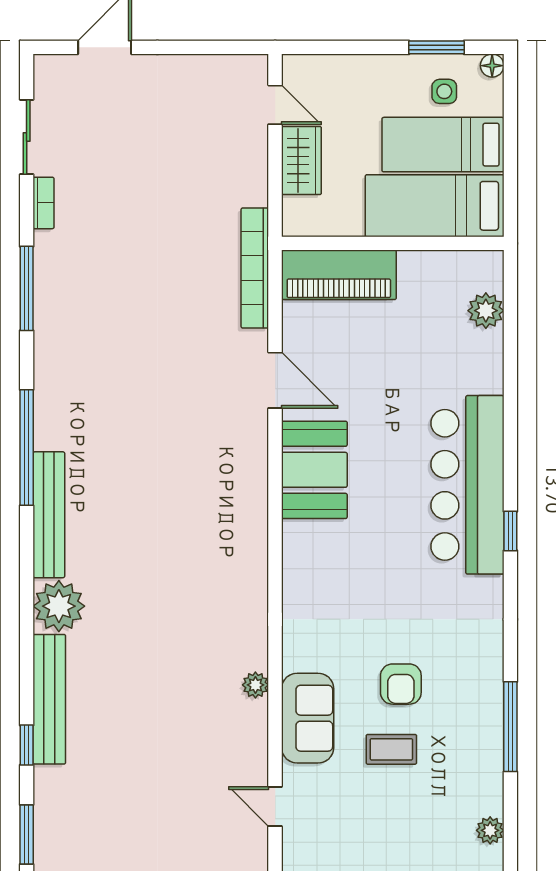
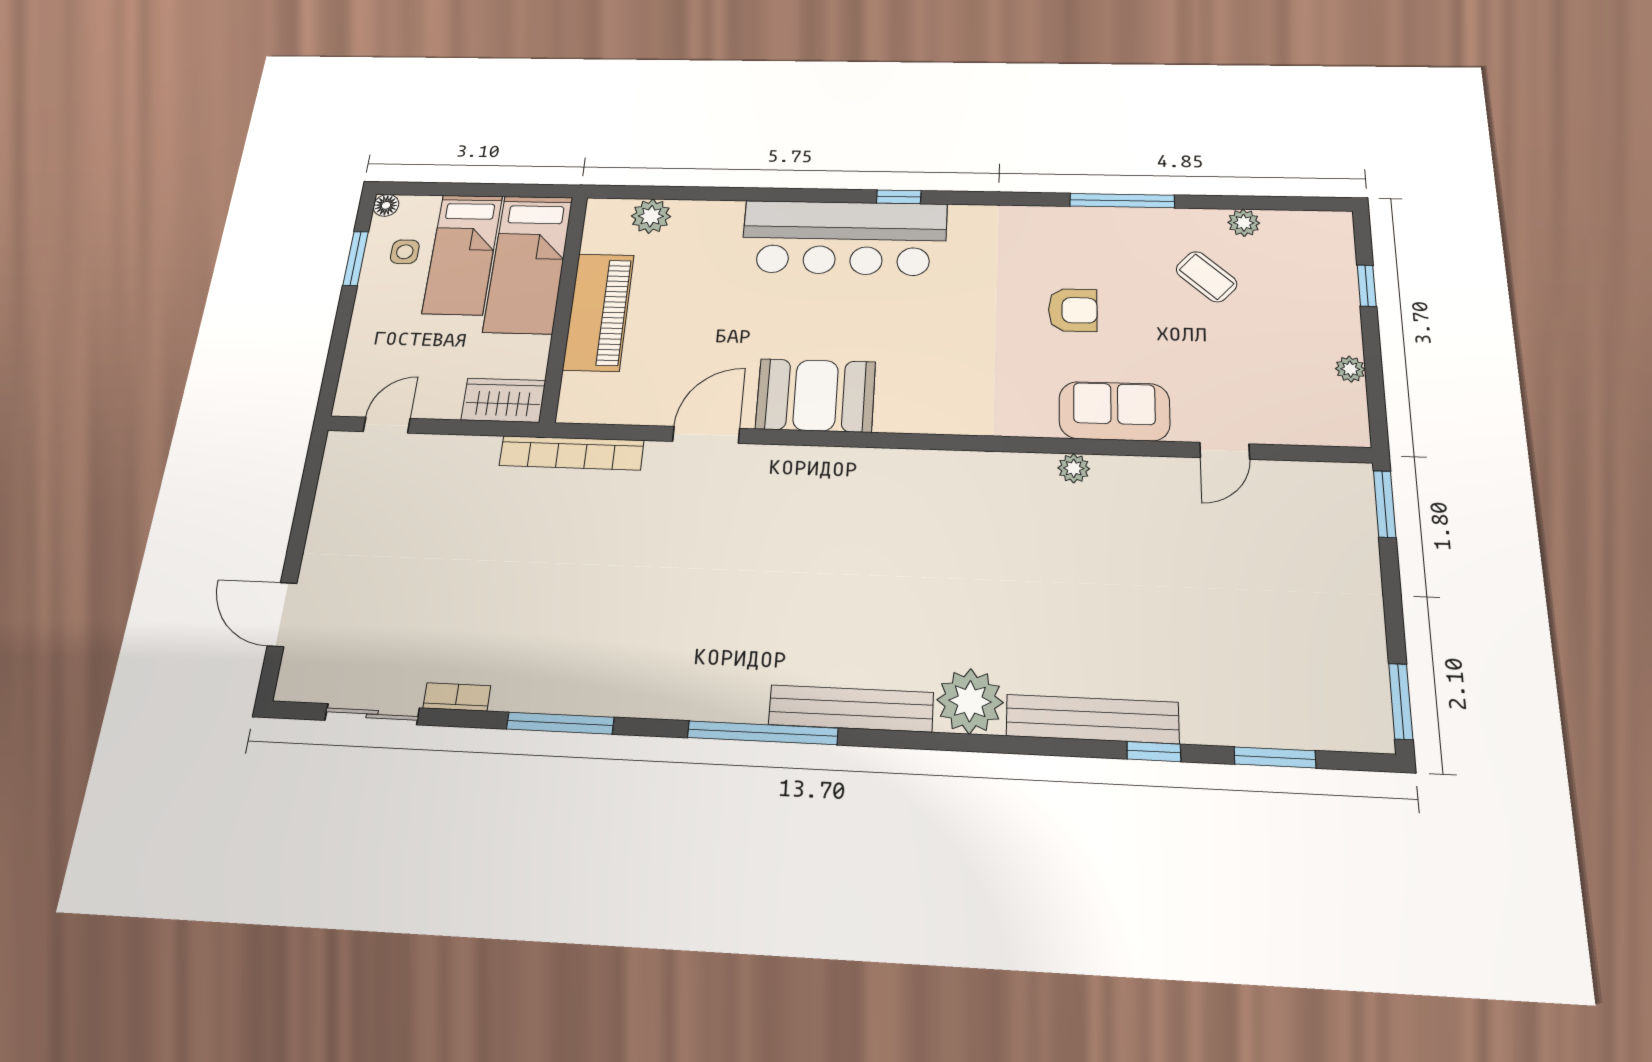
wardrobe: (301, 161) -> (503, 400), moved
piano: (339, 275) -> (599, 312), moved
coffee table: (391, 749) -> (1206, 277), moved, turned -48

